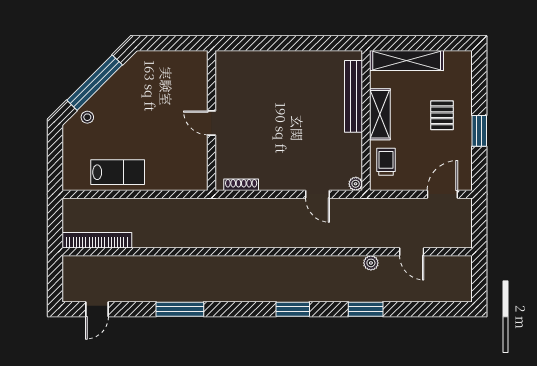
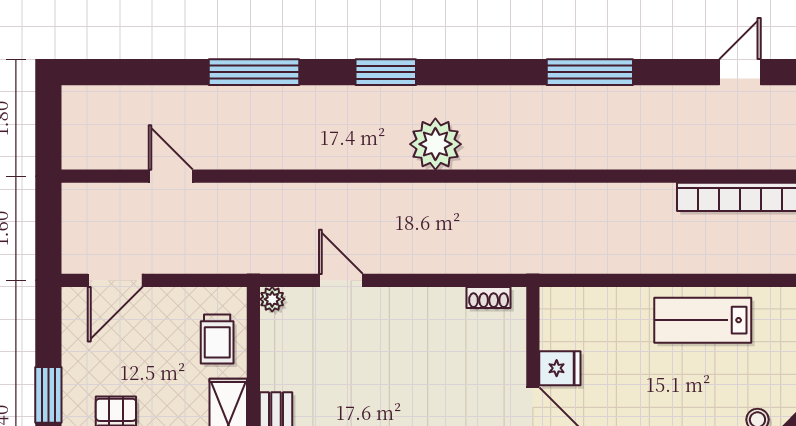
fridge: (197, 146) -> (560, 368), added
shoe rack: (241, 185) -> (489, 297), width x0.70
plant: (371, 263) -> (435, 144), moved, width x1.87, depth x1.87
window: (366, 309) -> (254, 72), width x1.44

